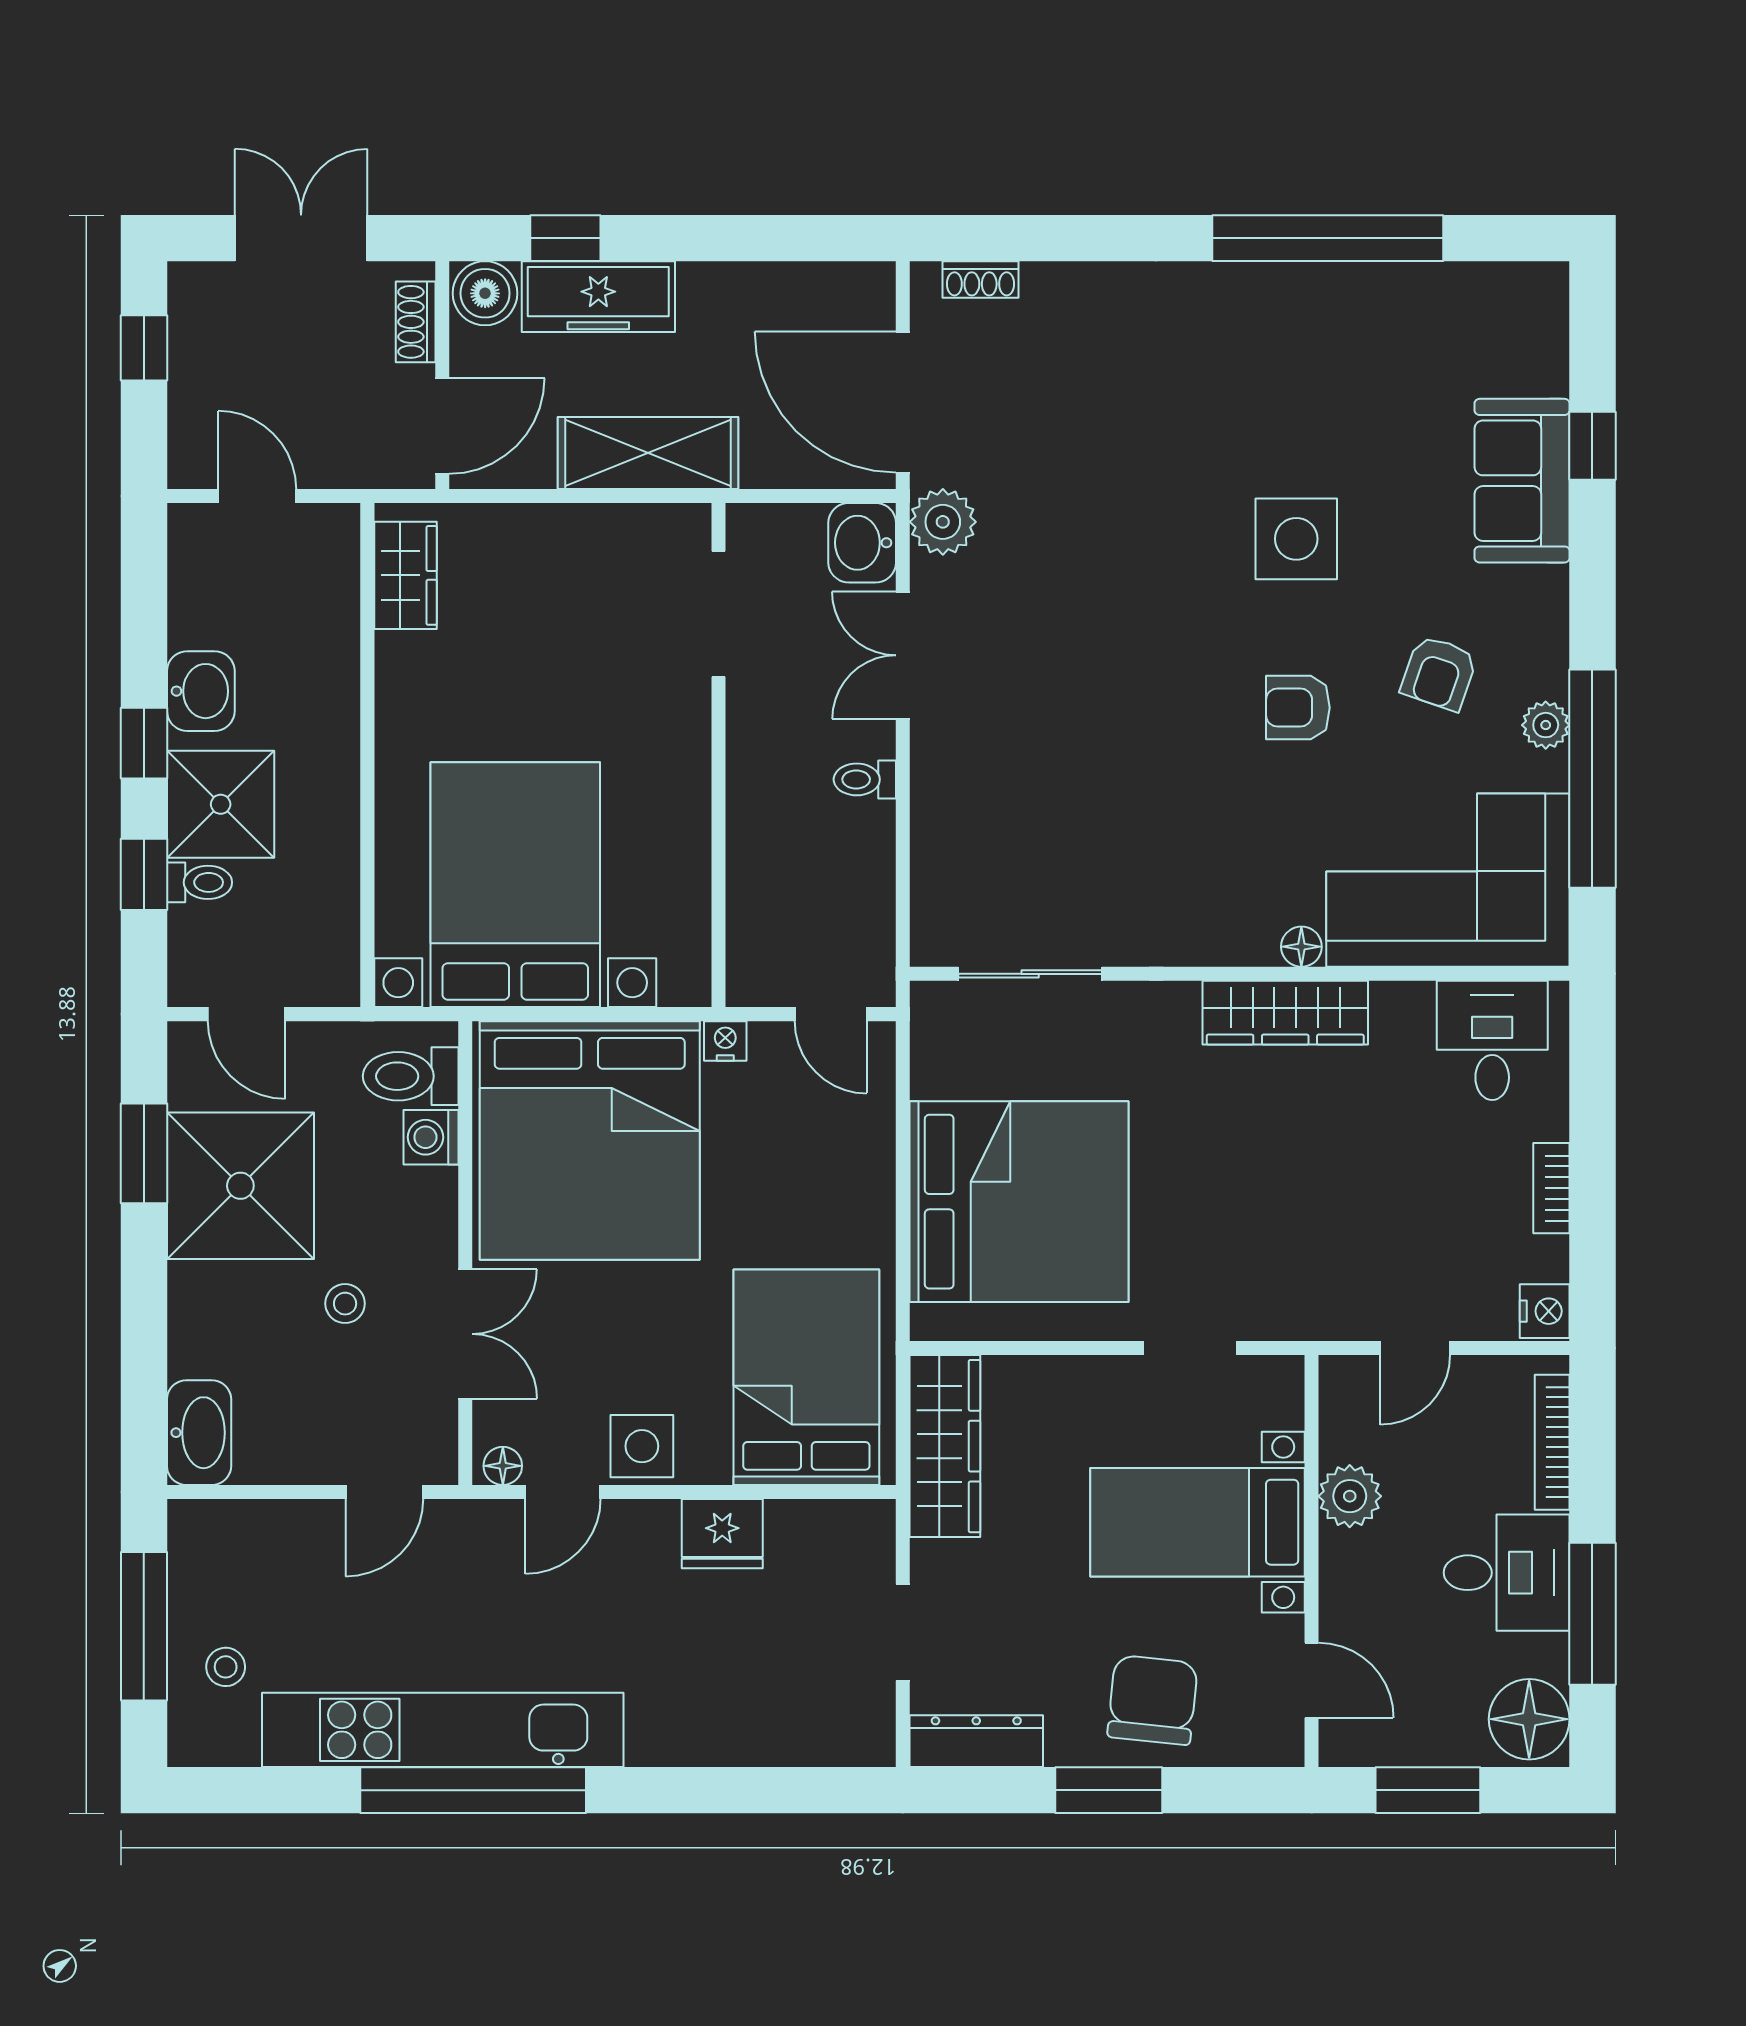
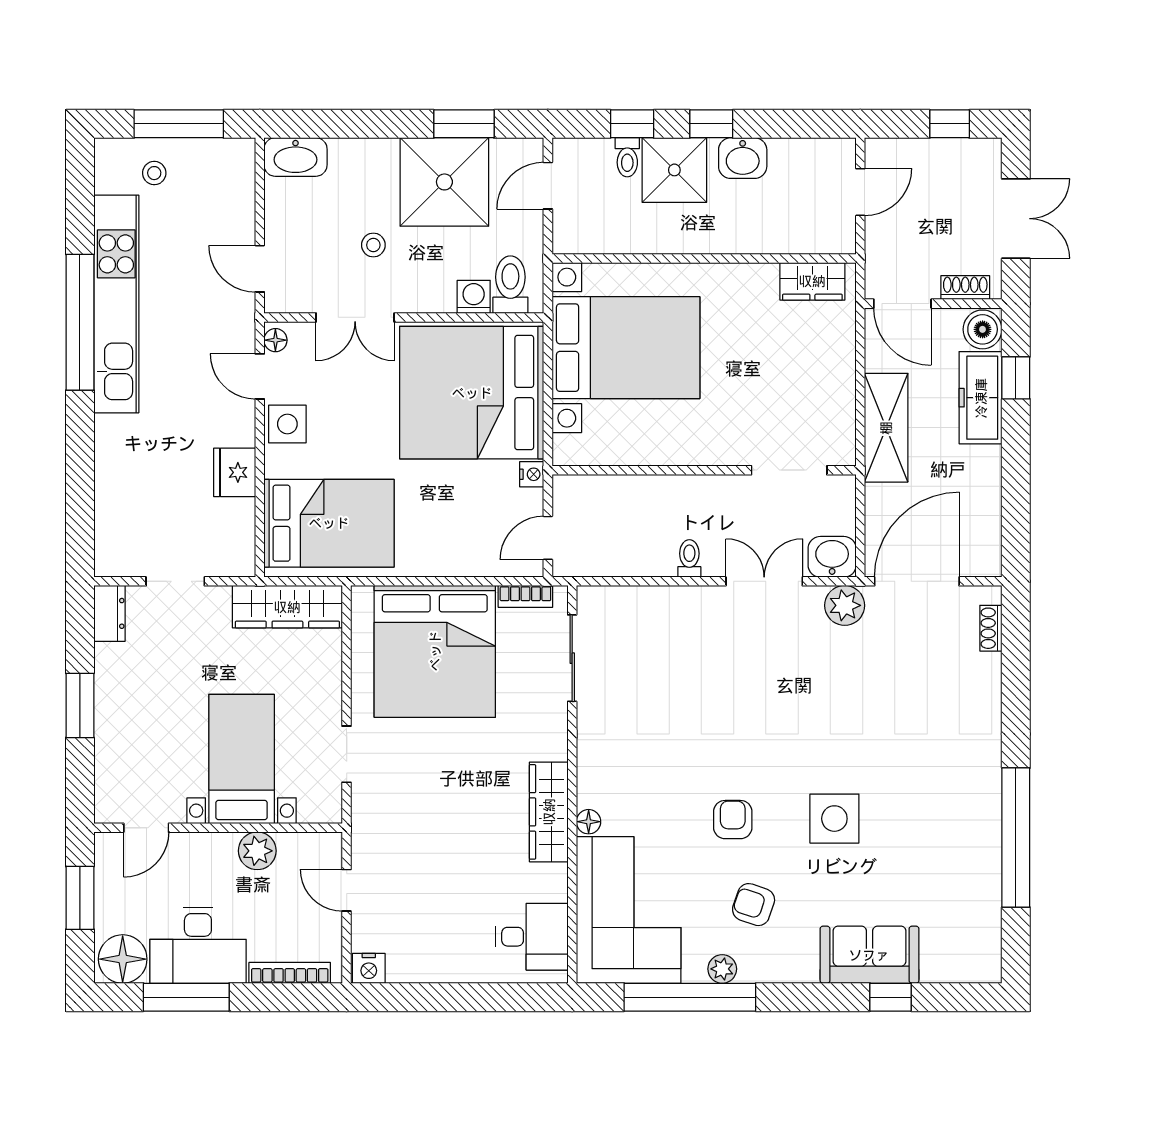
bookcase: (1551, 1188) -> (525, 596), moved, turned 180
desk: (1507, 1573) -> (198, 945), width x1.37
chair: (1153, 1700) -> (134, 732), removed
dresser: (976, 1741) -> (110, 613), width x0.70

